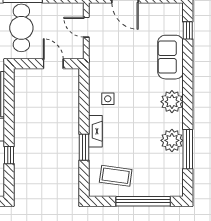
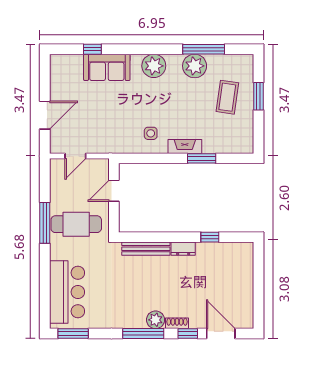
window: (188, 30) -> (92, 49), moved
coffee table: (116, 176) -> (227, 97), moved
window: (143, 201) -> (258, 96), width x0.47

